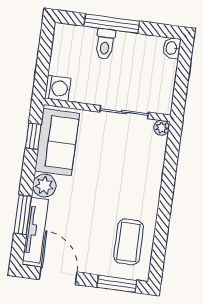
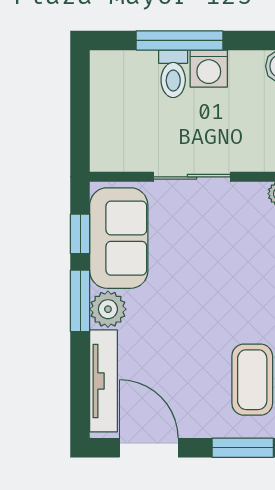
washing machine: (58, 88) -> (209, 69), moved, turned 90
sliding door: (124, 112) -> (192, 177), moved
window: (23, 215) -> (80, 301), moved

